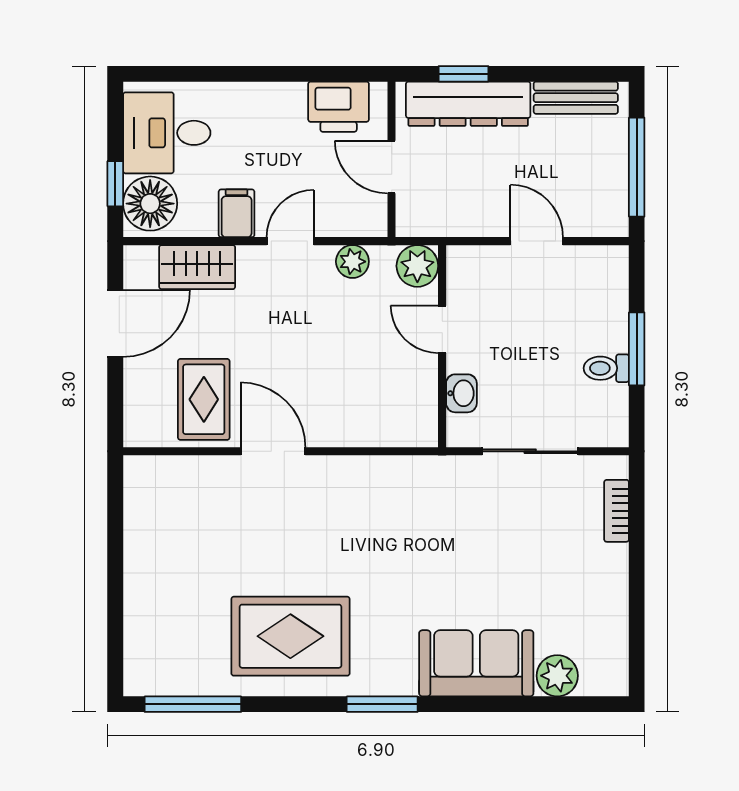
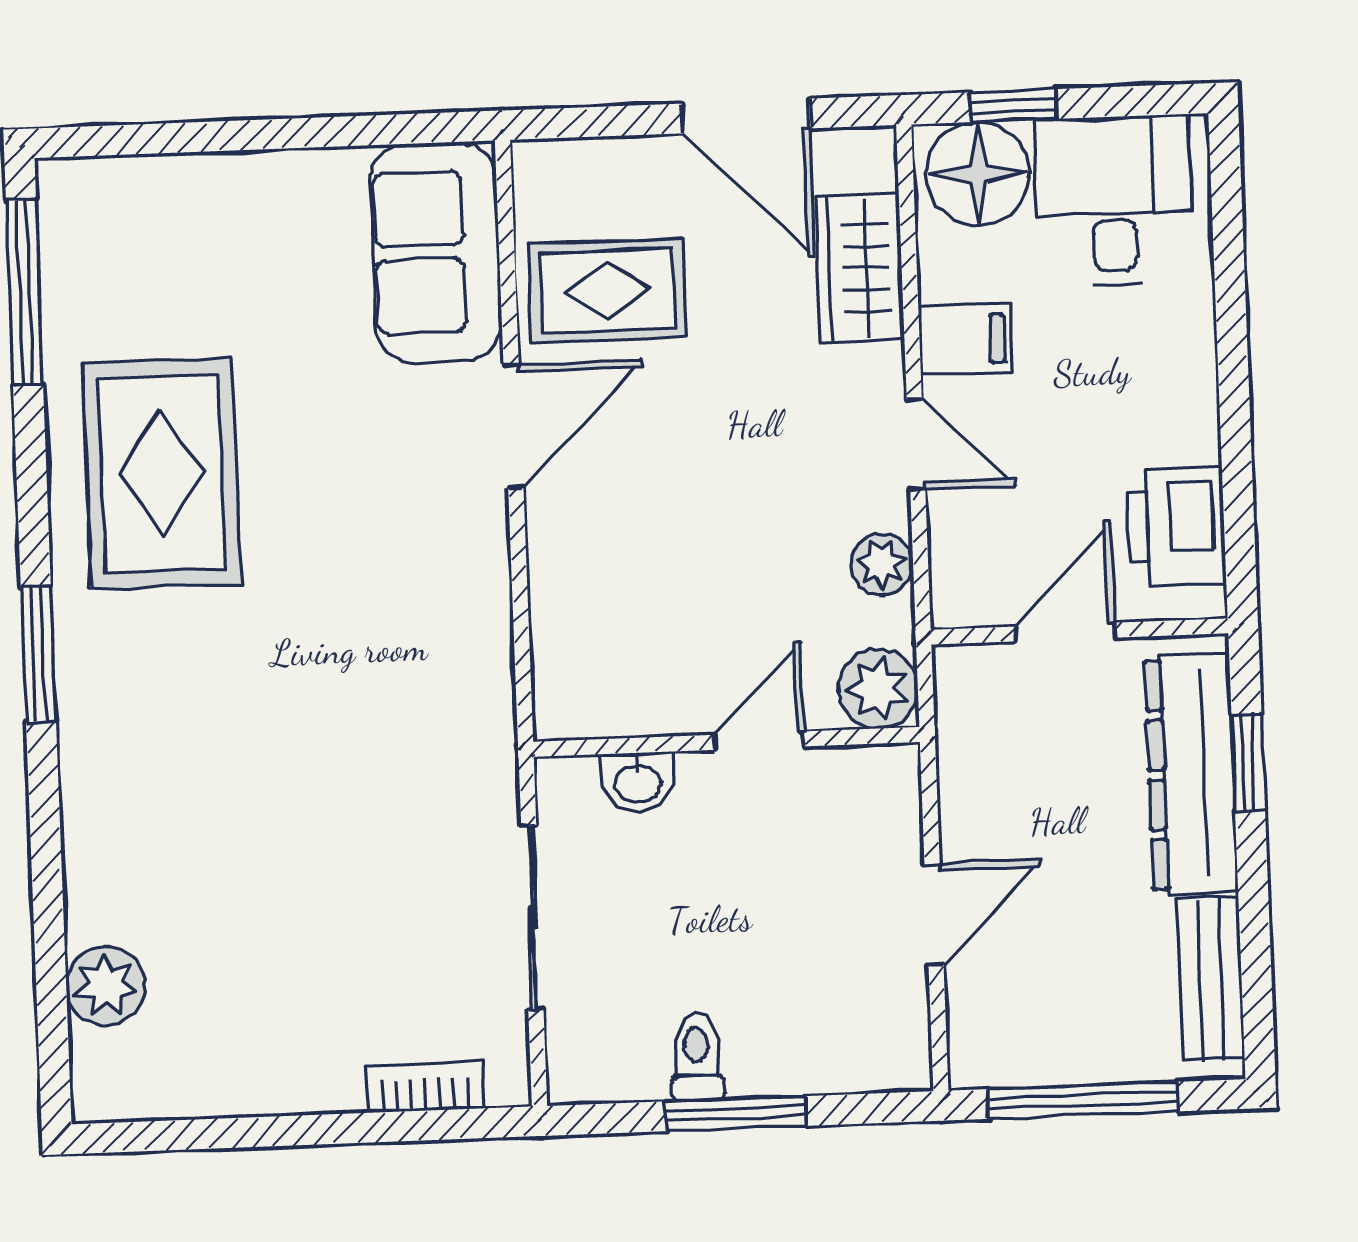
sofa: (476, 663) -> (436, 252), moved, turned 180

